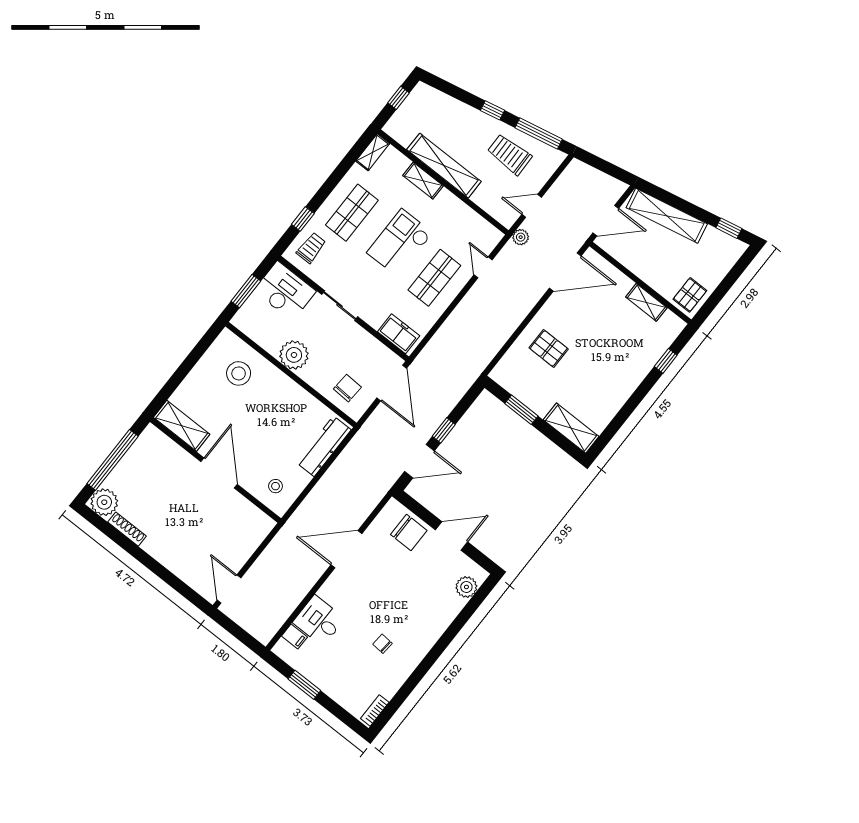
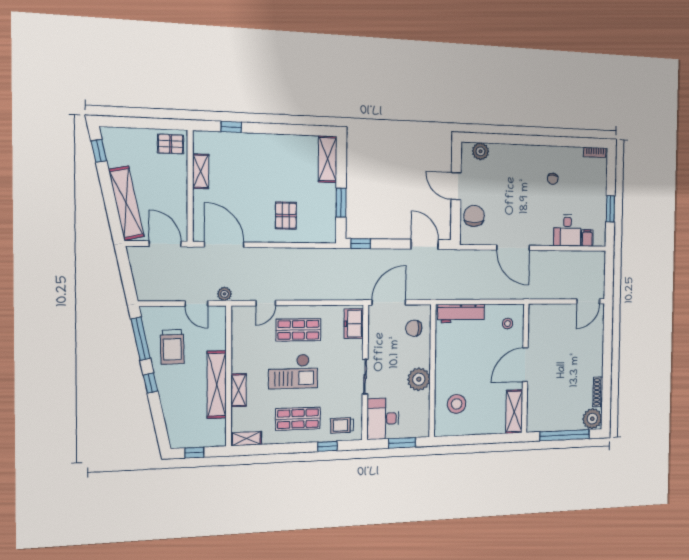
window: (444, 430) -> (361, 244), moved

